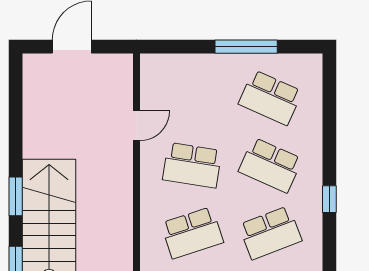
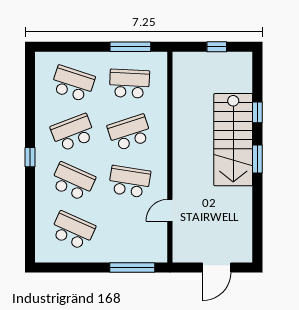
window: (246, 47) -> (132, 268), moved

